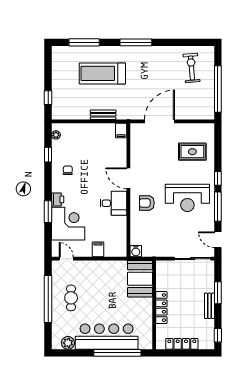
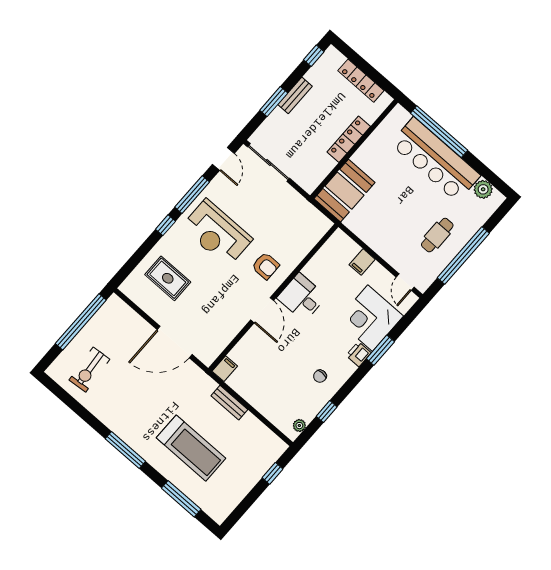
reception desk: (187, 198) -> (217, 233), turned 180
water cooler: (136, 251) -> (323, 224), removed

